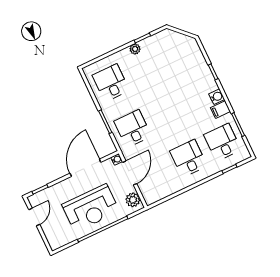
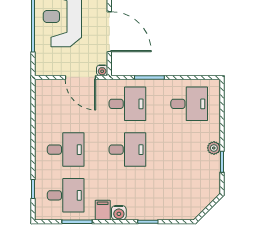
desk: (167, 113) -> (127, 150), added
plant: (133, 200) -> (49, 67), removed

